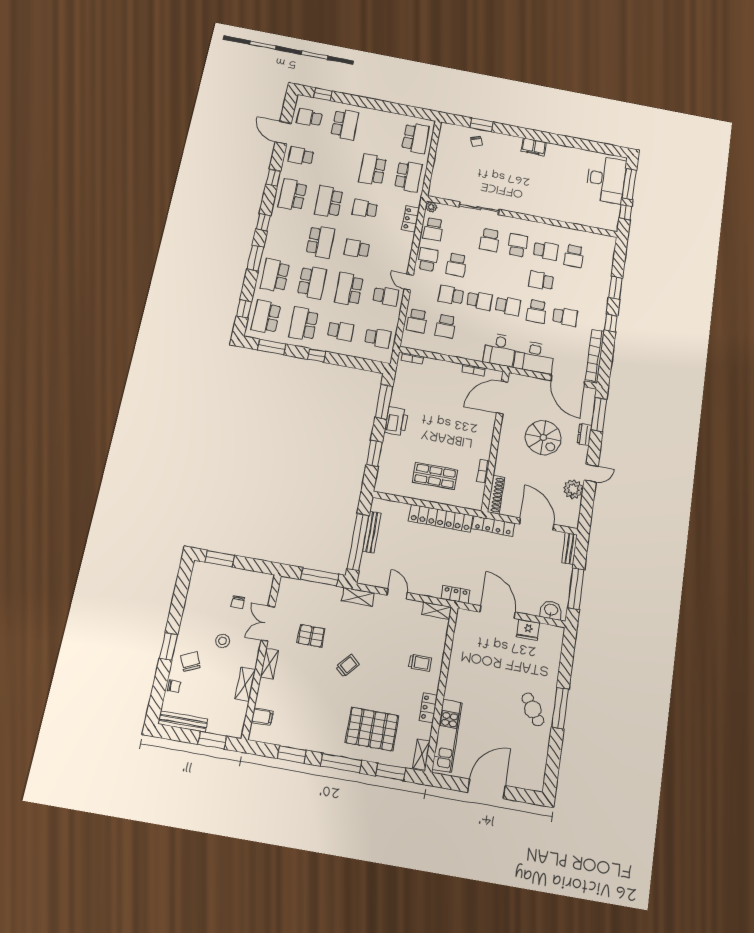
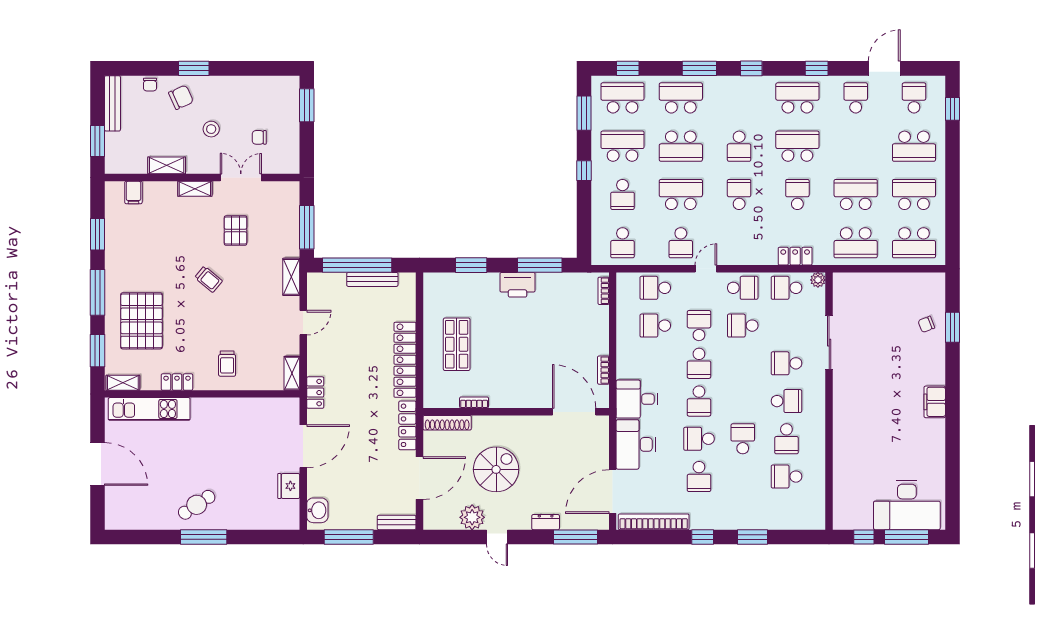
school desk: (380, 131) -> (914, 194), added
school desk: (320, 242) -> (739, 146), width x0.54
spiral stairs: (543, 438) -> (496, 469), moved, turned 180

